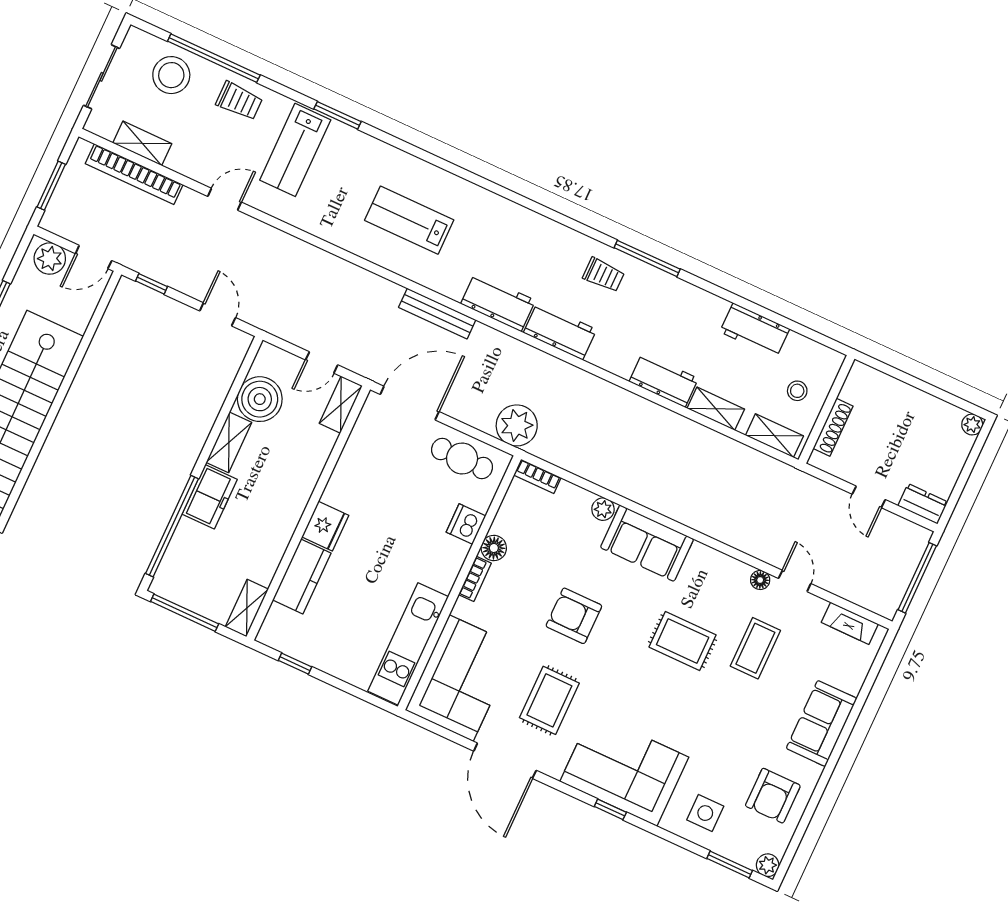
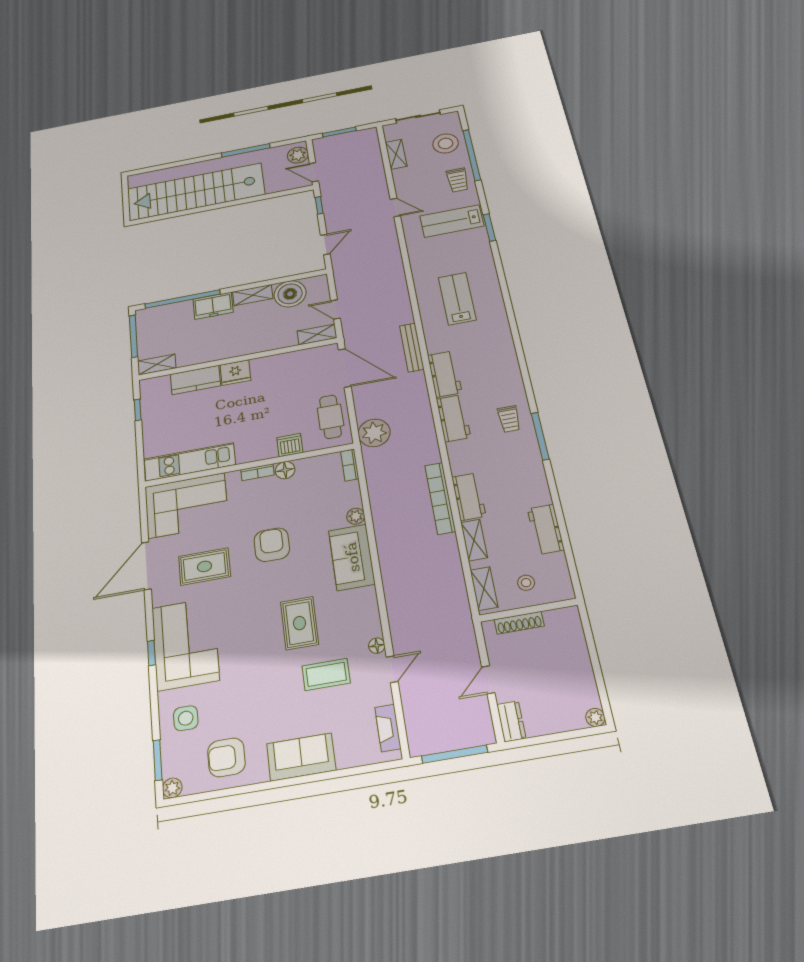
bookcase: (134, 174) -> (440, 498), moved

